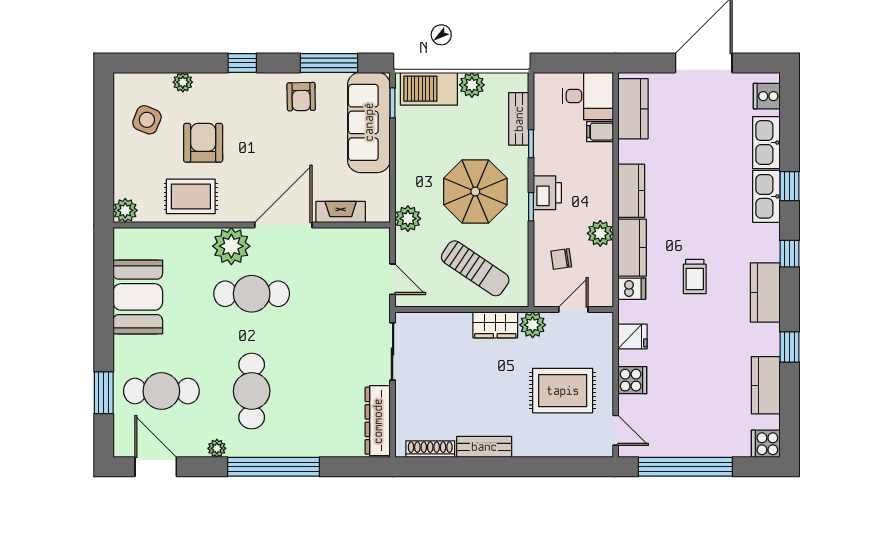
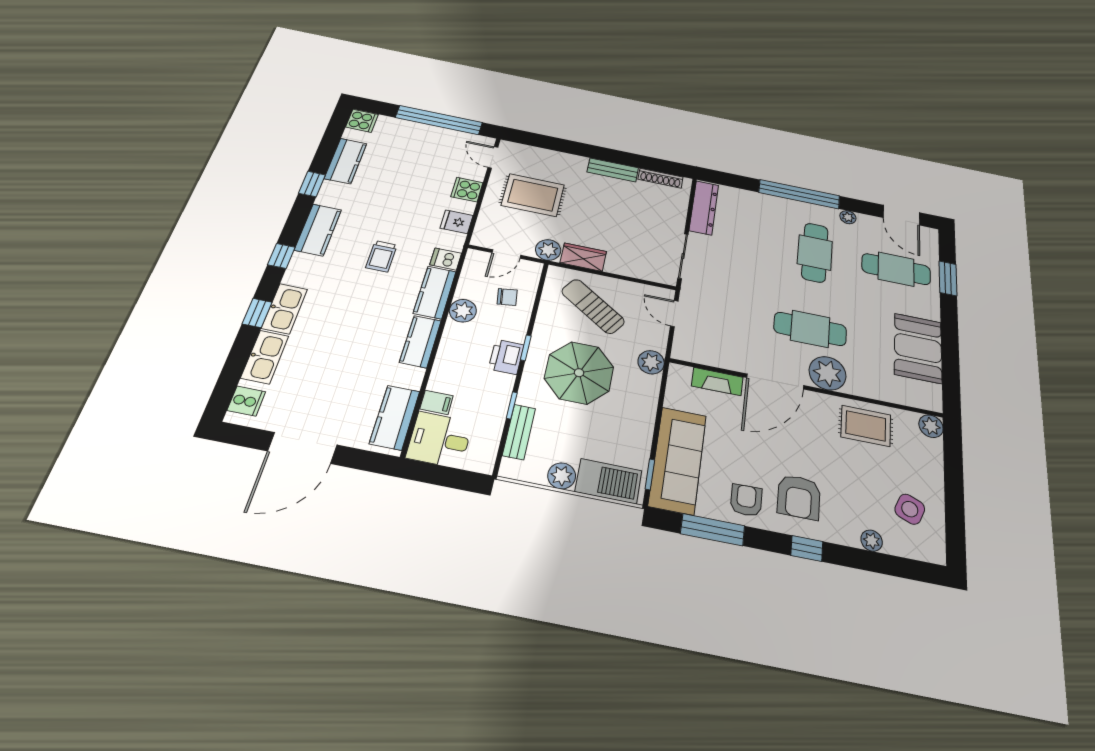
armchair: (203, 143) -> (799, 497), moved
trolley: (695, 277) -> (381, 256), turned 180

